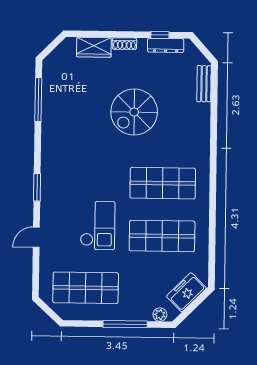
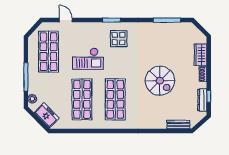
spiral stairs: (134, 112) -> (160, 81), turned 180
display table: (66, 176) -> (119, 39), added
door: (36, 237) -> (66, 20), moved

